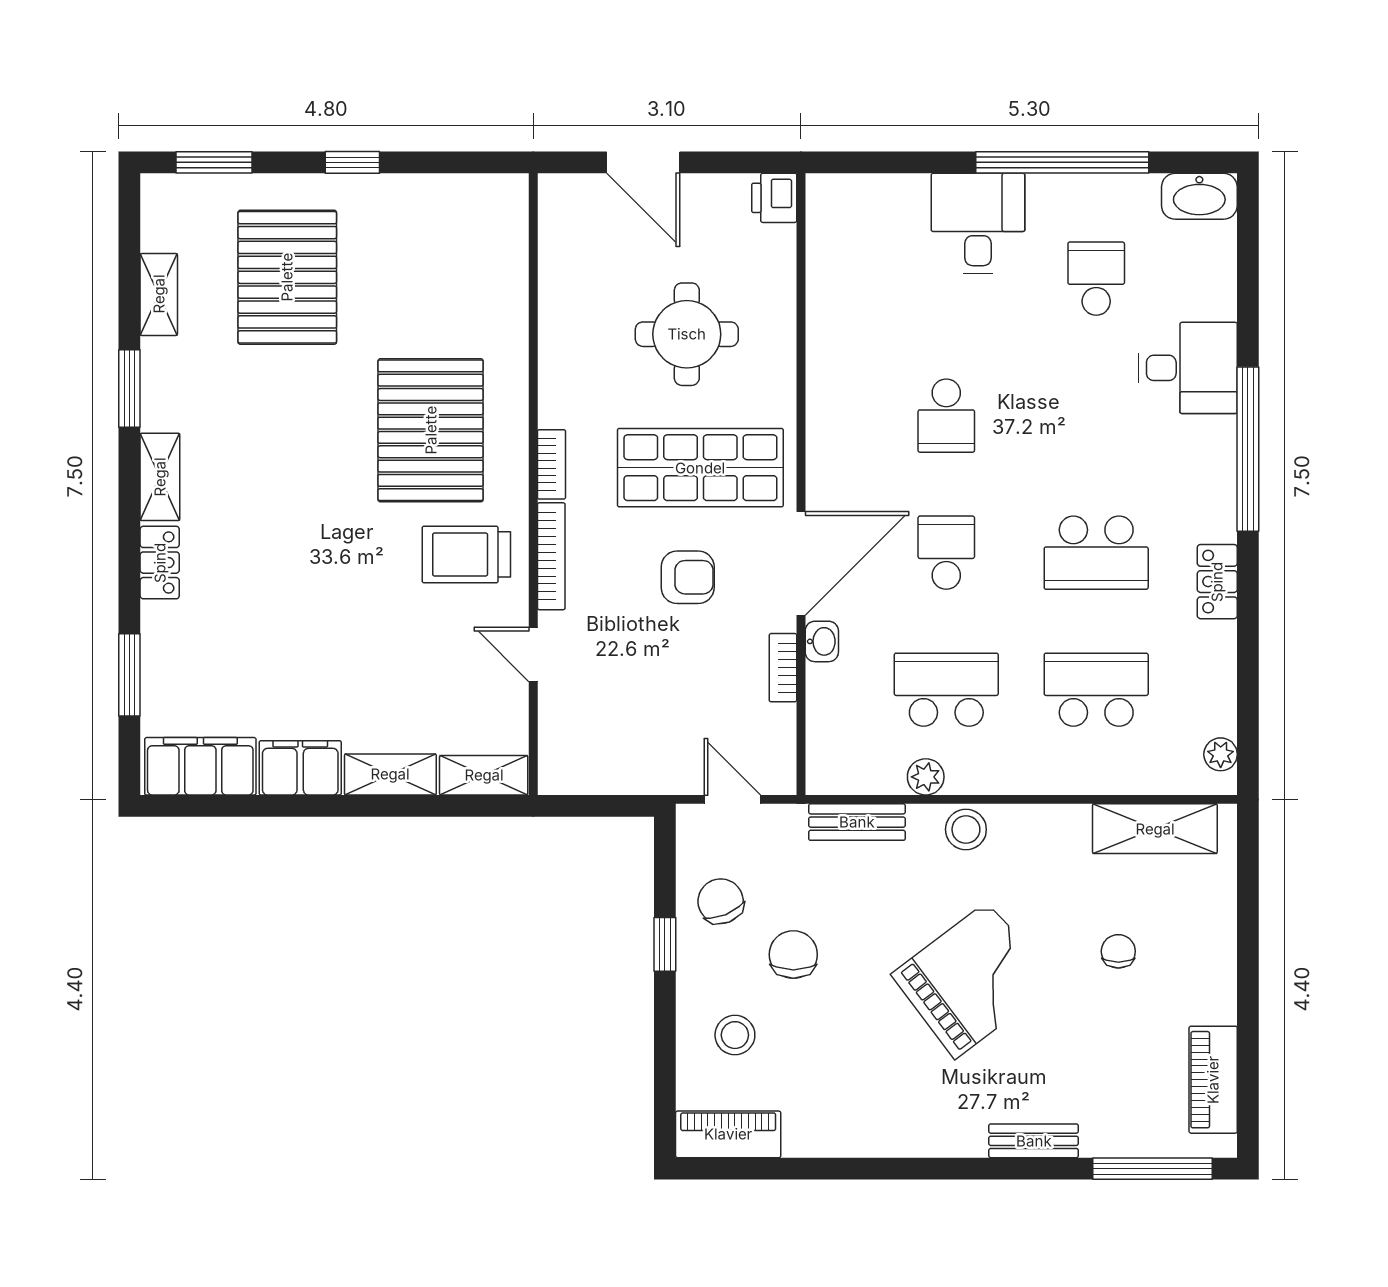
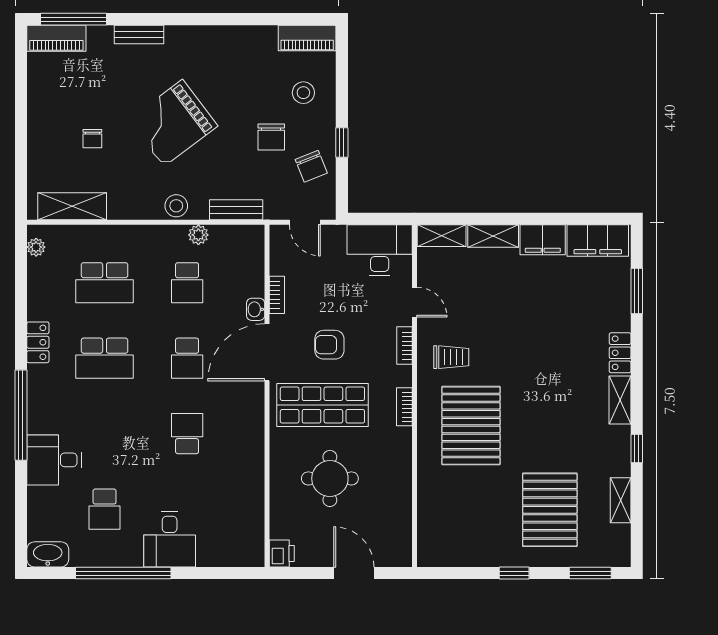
window: (129, 389) -> (637, 449), width x0.67
school desk: (1096, 553) -> (105, 358), turned 180
trolley: (466, 554) -> (451, 357), width x0.73, depth x0.72
bookcase: (551, 556) -> (405, 346), width x0.64
school desk: (946, 690) -> (187, 283), width x0.54
desk: (596, 749) -> (380, 250), added
piano: (1213, 1080) -> (56, 38), moved, turned 90

